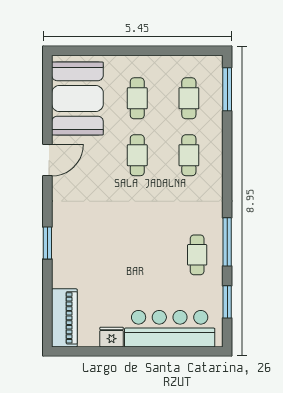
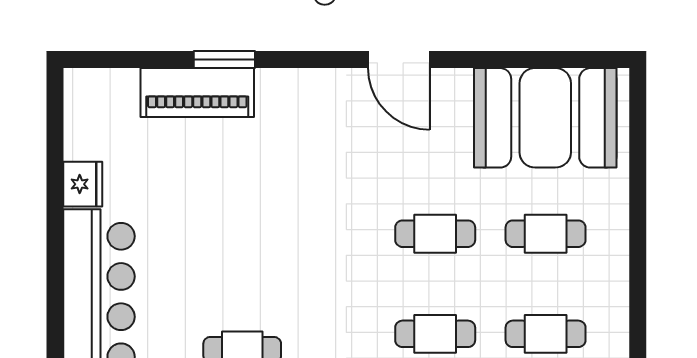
door: (47, 160) -> (399, 60), moved
window: (47, 243) -> (224, 60), moved
piano: (64, 318) -> (197, 93), moved

